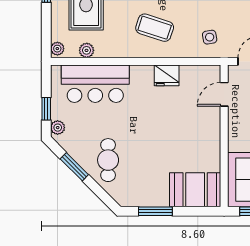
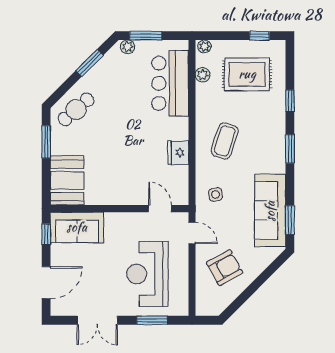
window: (46, 109) -> (146, 36), width x1.50
cafe table: (108, 160) -> (76, 109), moved, turned -41

